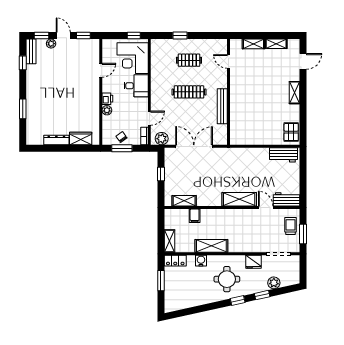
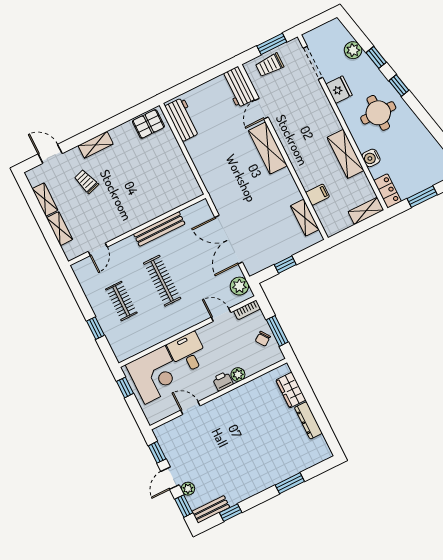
trolley: (275, 75) -> (86, 181), added

